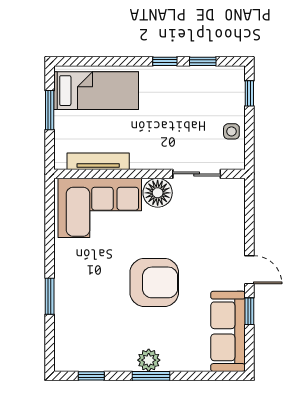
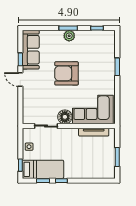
bed: (96, 91) -> (43, 169), moved, turned 180

